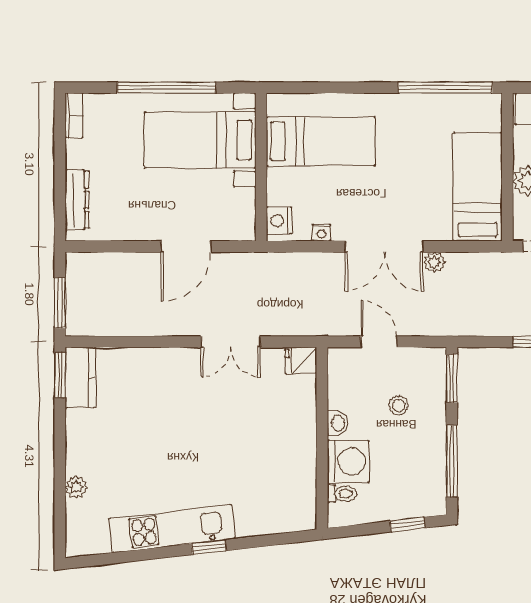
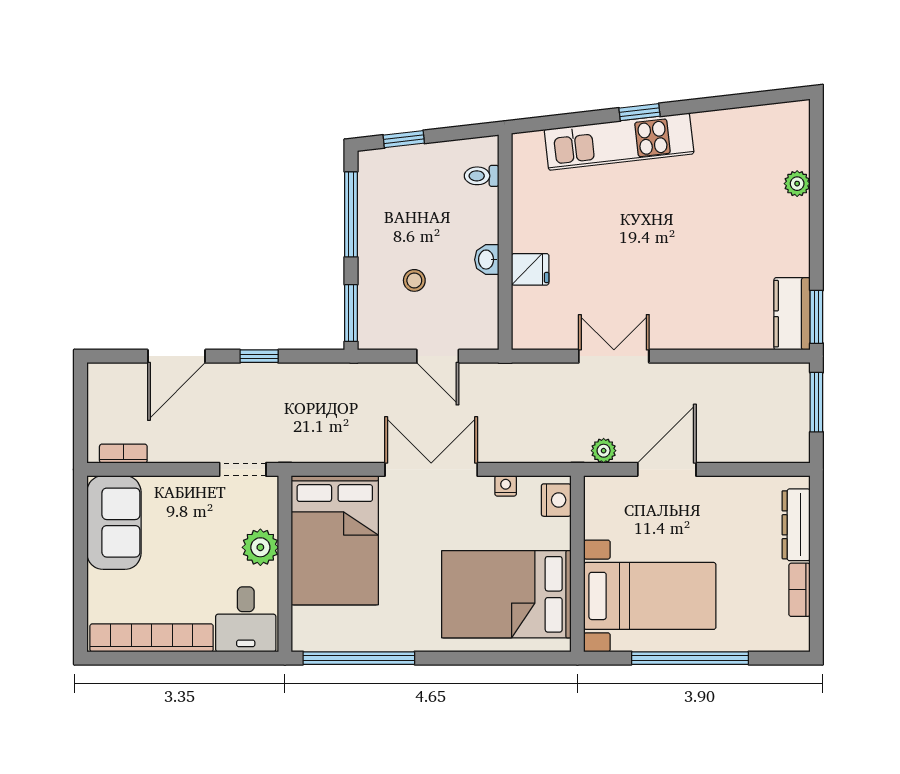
bookcase: (74, 115) -> (800, 590), moved
bed: (321, 141) -> (506, 594), width x1.50
bed: (478, 187) -> (335, 540), width x1.50
plant: (434, 262) -> (604, 451), moved
fridge: (301, 360) -> (530, 269), moved
washing machine: (348, 461) -> (474, 214), removed
kitchen unit: (172, 529) -> (619, 142), moved

